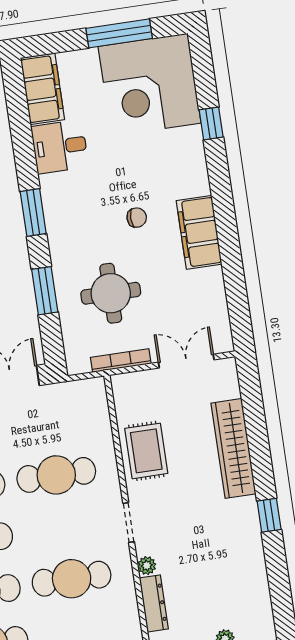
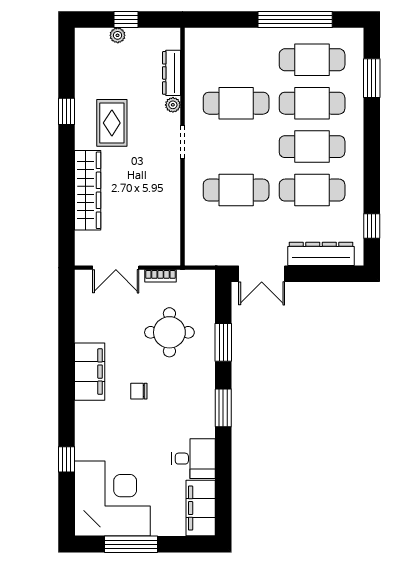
bookcase: (121, 361) -> (160, 276), width x0.64
rug: (146, 451) -> (112, 123), moved
window: (269, 515) -> (67, 111), moved

